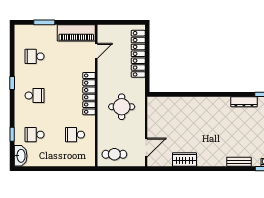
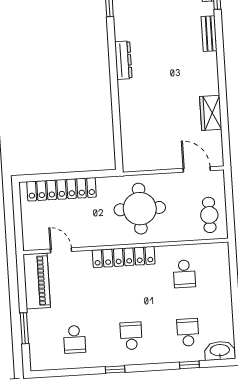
dresser: (244, 102) -> (123, 60), moved
round table: (122, 107) -> (140, 209), width x1.36, depth x1.36
school desk: (35, 135) -> (188, 332), turned 180

